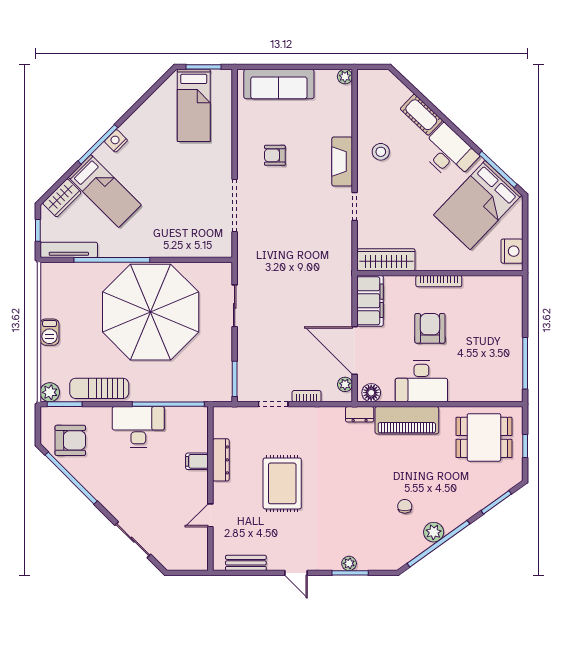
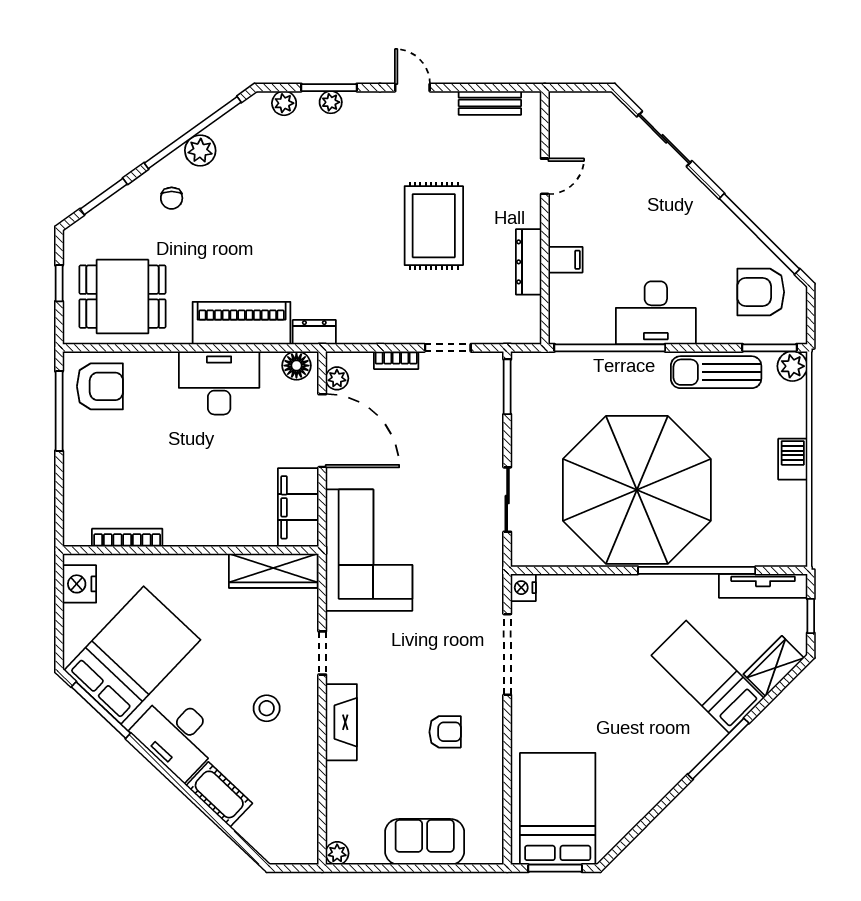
sofa: (279, 84) -> (425, 842), width x0.73
bed: (194, 105) -> (558, 809), width x1.50
nightstand: (116, 141) -> (523, 588), moved, turned 135
stool: (381, 152) -> (267, 708), moved
corner sofa: (324, 273) -> (369, 550), added
bookcase: (439, 281) -> (127, 538), moved
armchair: (430, 328) -> (100, 386), moved, turned -90
sun lounger: (99, 388) -> (716, 372), turned 180
chair: (405, 506) -> (172, 198), moved
plant: (379, 563) -> (284, 103), added

